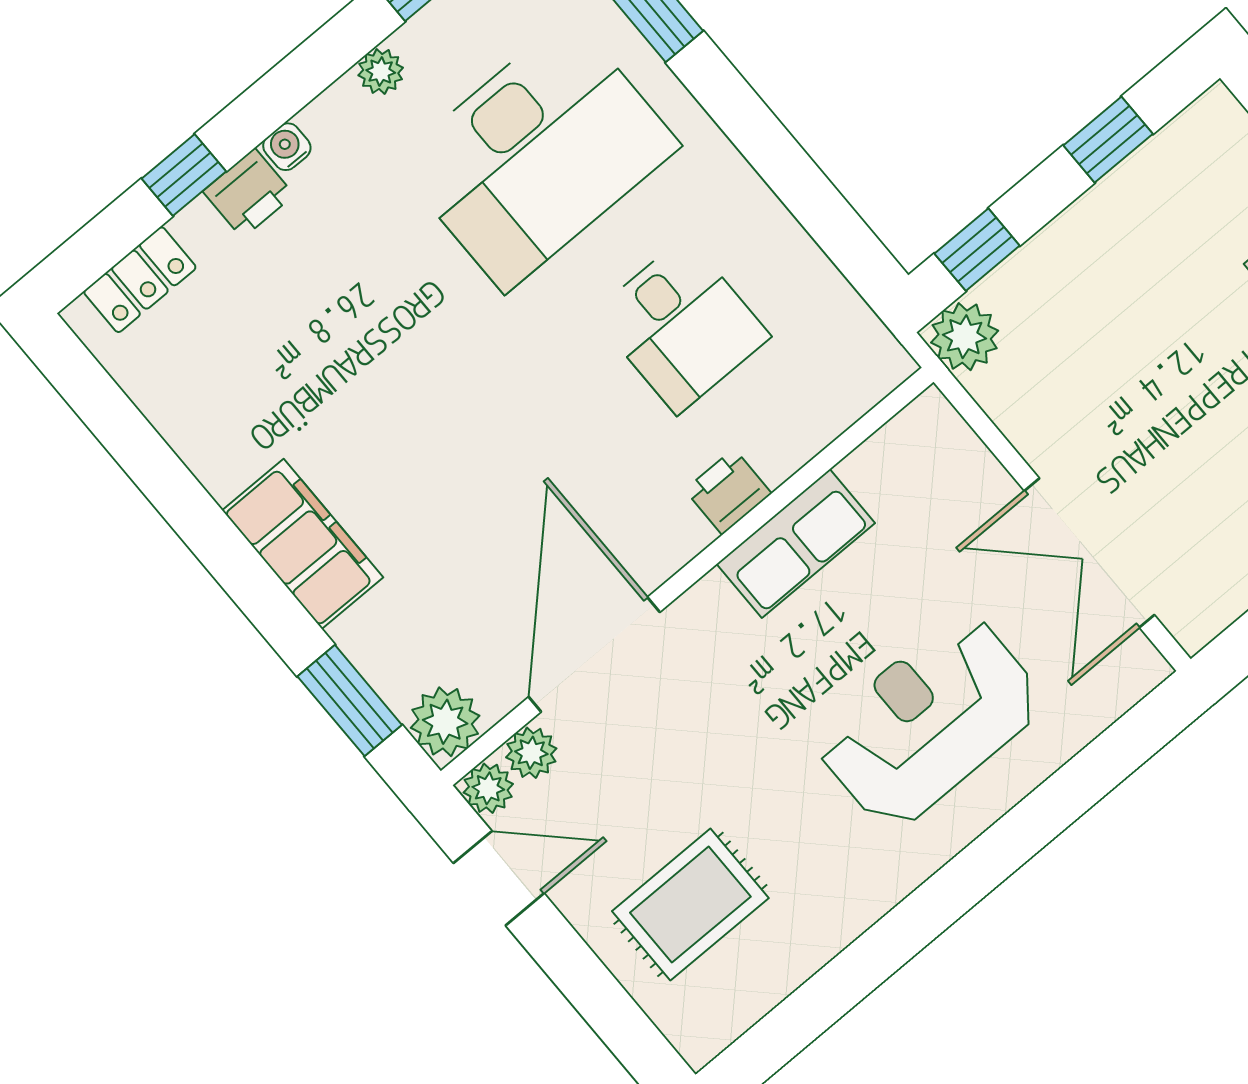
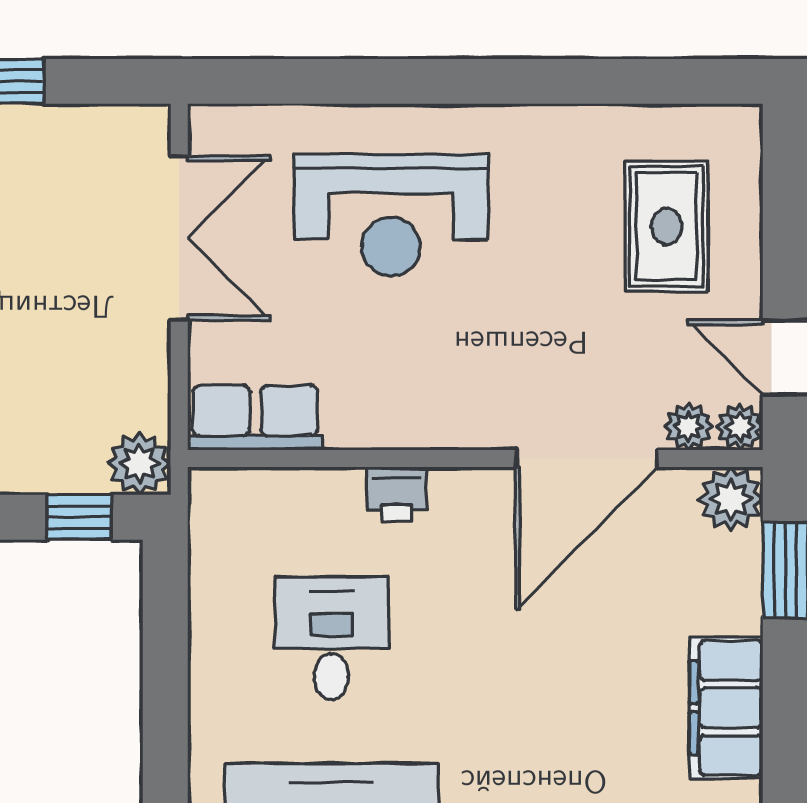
row of seats: (796, 543) -> (255, 418), moved
rug: (690, 905) -> (666, 226), turned 90

